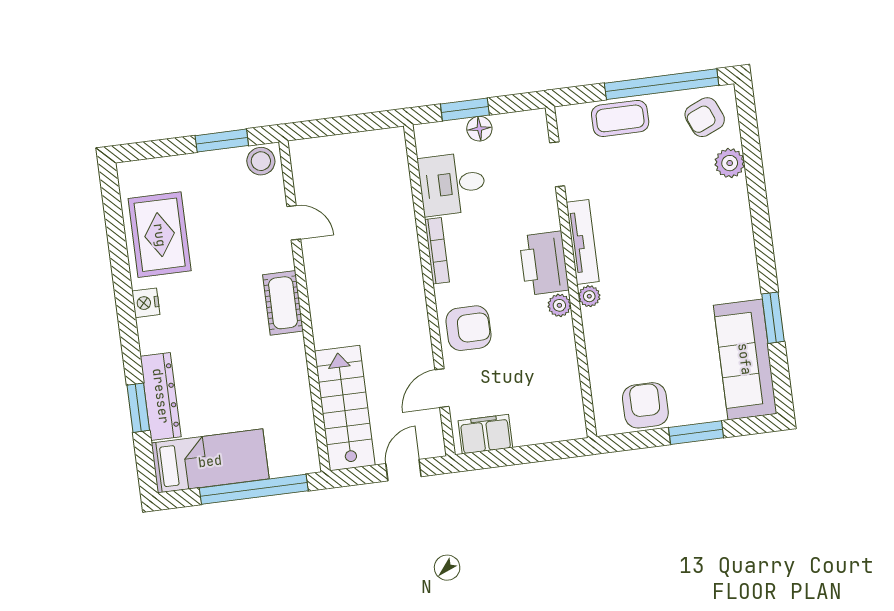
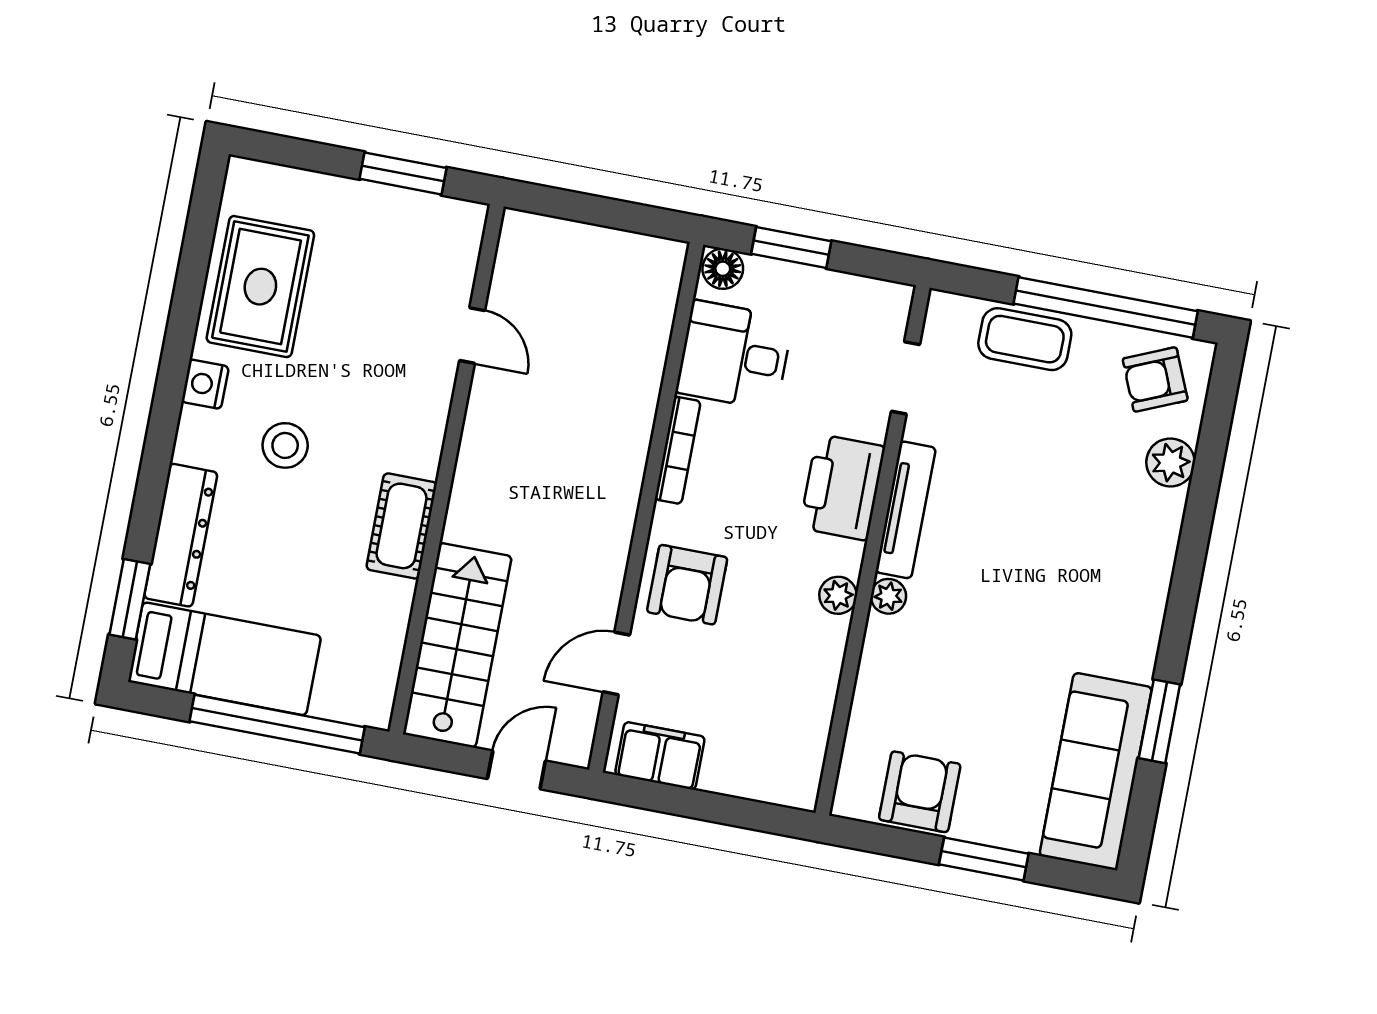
floor lamp: (479, 129) -> (723, 269), moved
stool: (261, 161) -> (285, 445), moved
printer: (544, 263) -> (842, 487), moved
cot: (283, 303) -> (402, 526), moved
armchair: (468, 328) -> (687, 585), turned 90
window: (138, 408) -> (130, 599), moved

